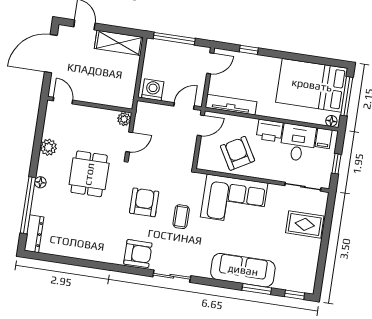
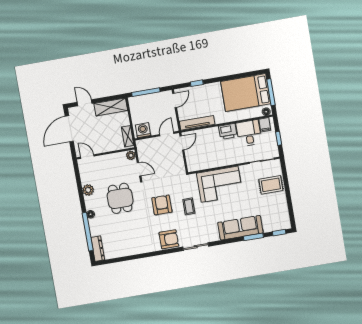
shelving: (128, 91) -> (128, 136), added
door: (129, 142) -> (139, 169), hinge flipped
armchair: (238, 153) -> (212, 153), removed

